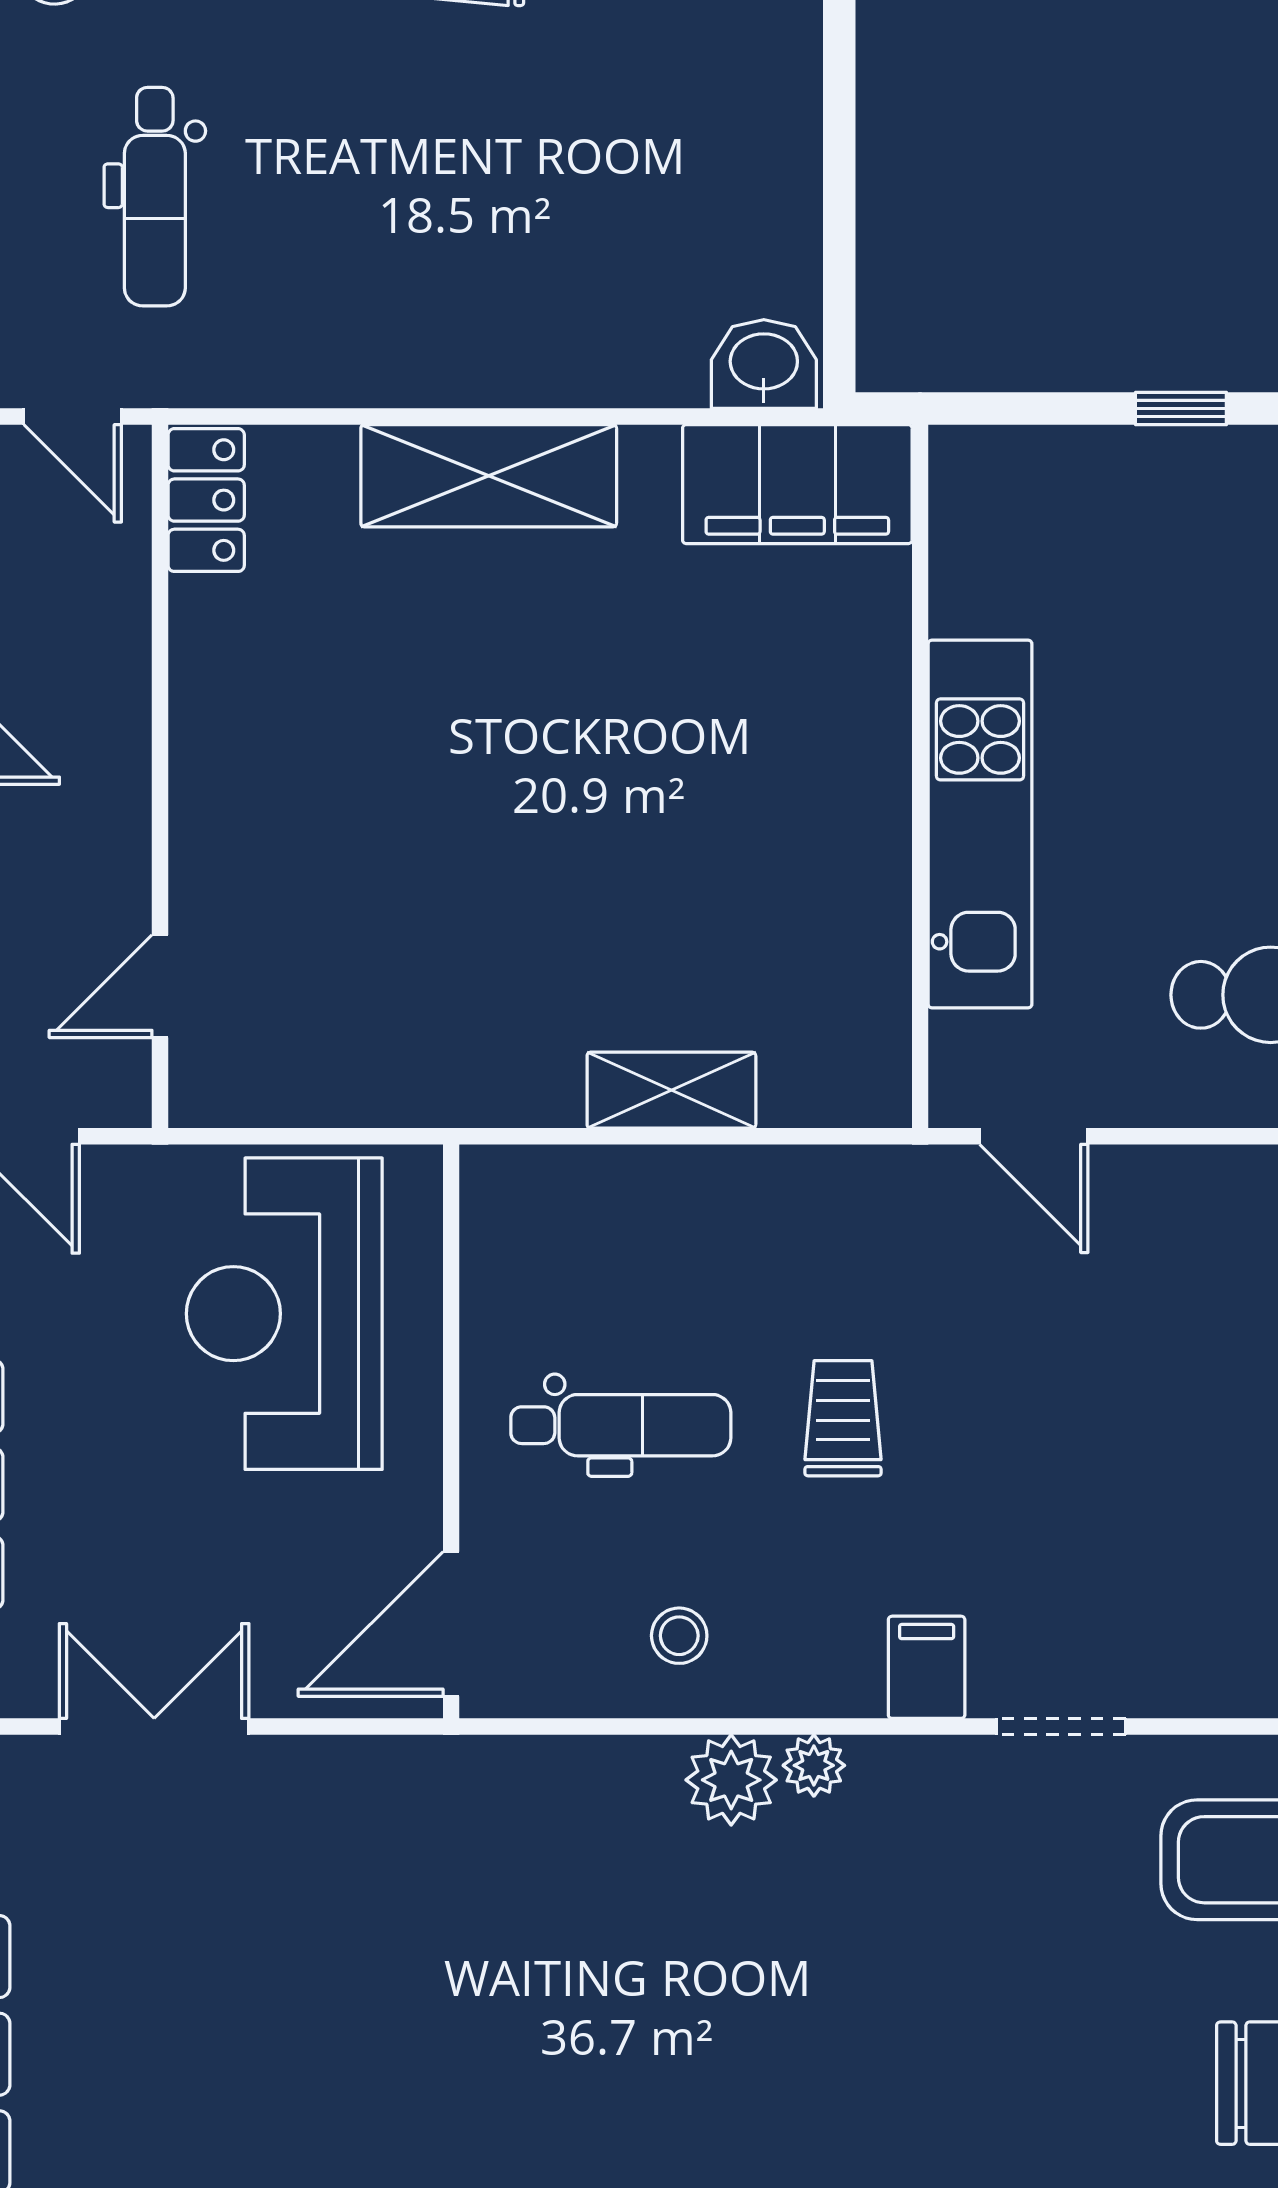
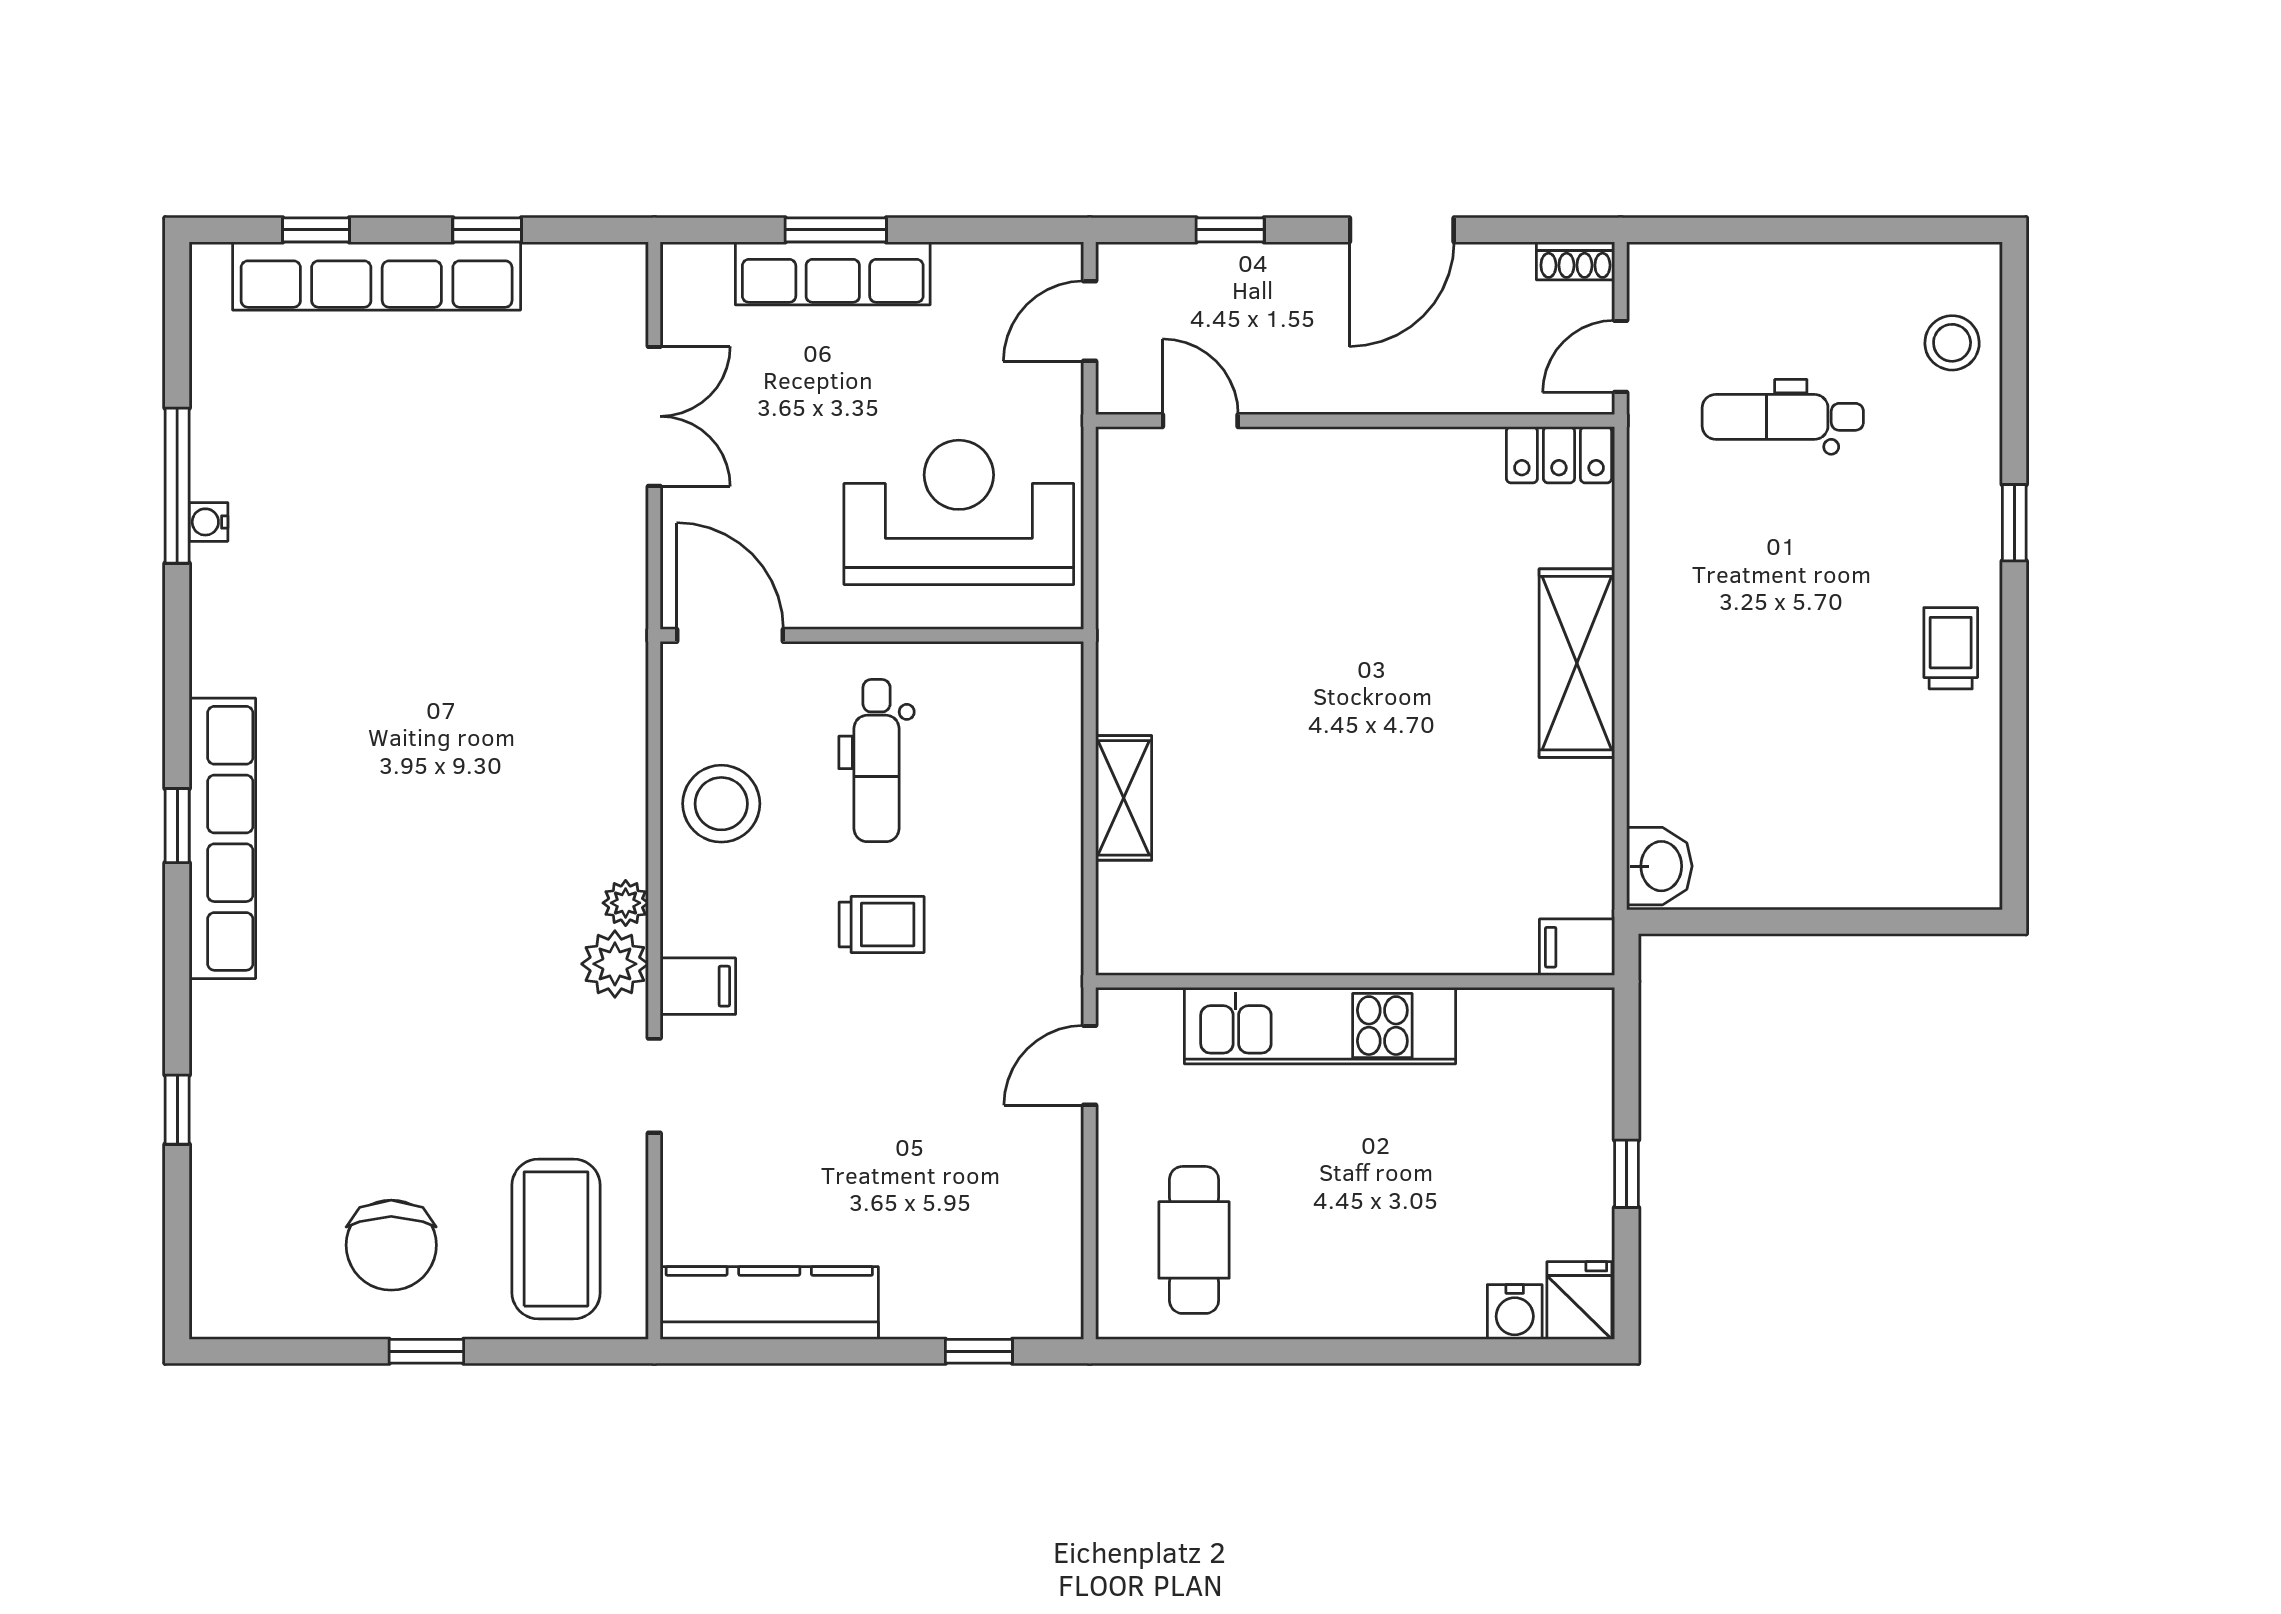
filing cabinet: (797, 484) -> (1577, 947), width x0.33, depth x0.86
stool: (679, 1636) -> (721, 804), width x1.89, depth x1.89
plant: (731, 1780) -> (615, 964), moved

